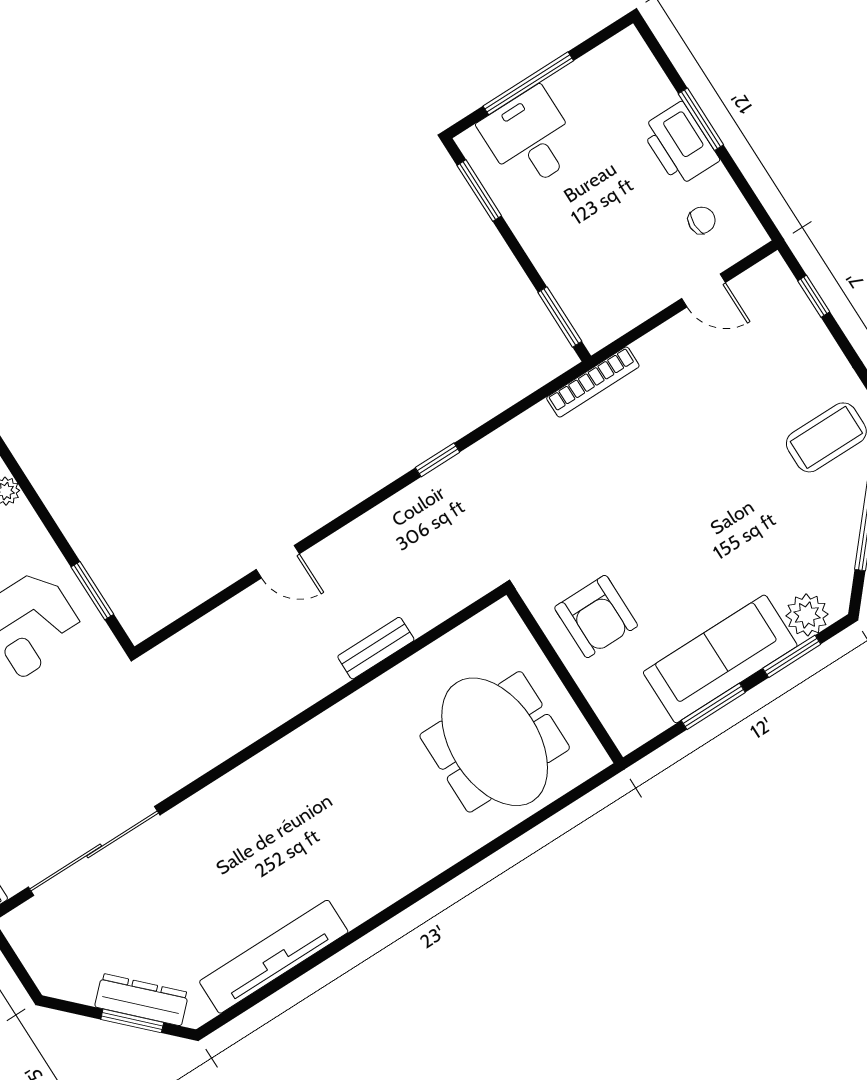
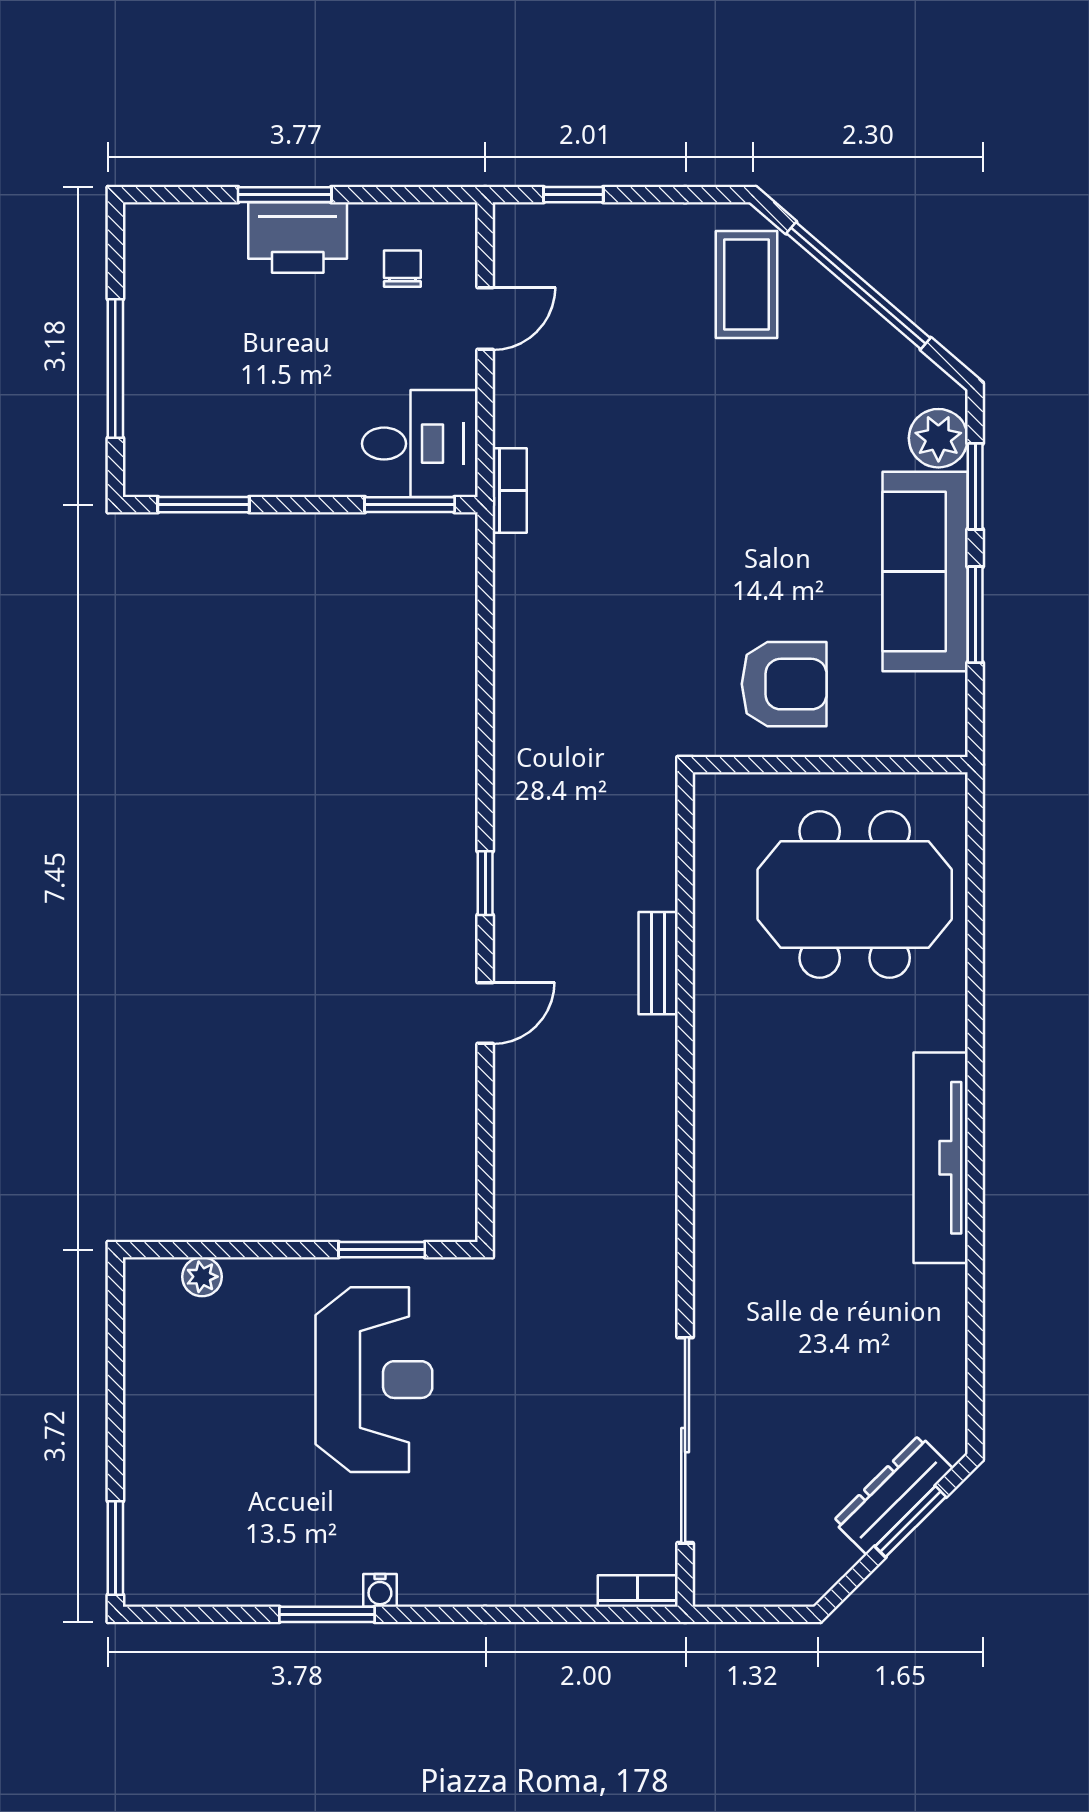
desk: (530, 139) -> (420, 444), moved, turned 180
bookcase: (593, 382) -> (510, 491), width x0.64
window: (438, 460) -> (485, 883), moved
tv unit: (274, 957) -> (941, 1158), moved

